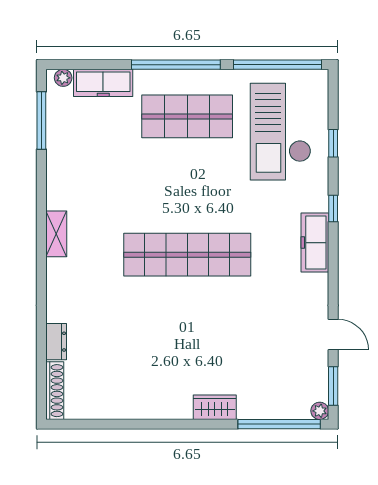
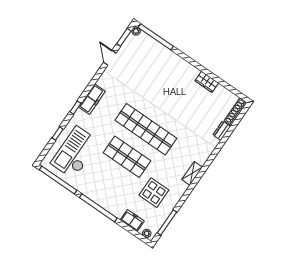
freezer: (103, 83) -> (132, 220), width x0.71
shop shelf: (187, 116) -> (127, 157), moved
checkout: (281, 132) -> (75, 153), turned 180
display table: (99, 156) -> (154, 193), added
wardrobe: (215, 407) -> (207, 82), moved

